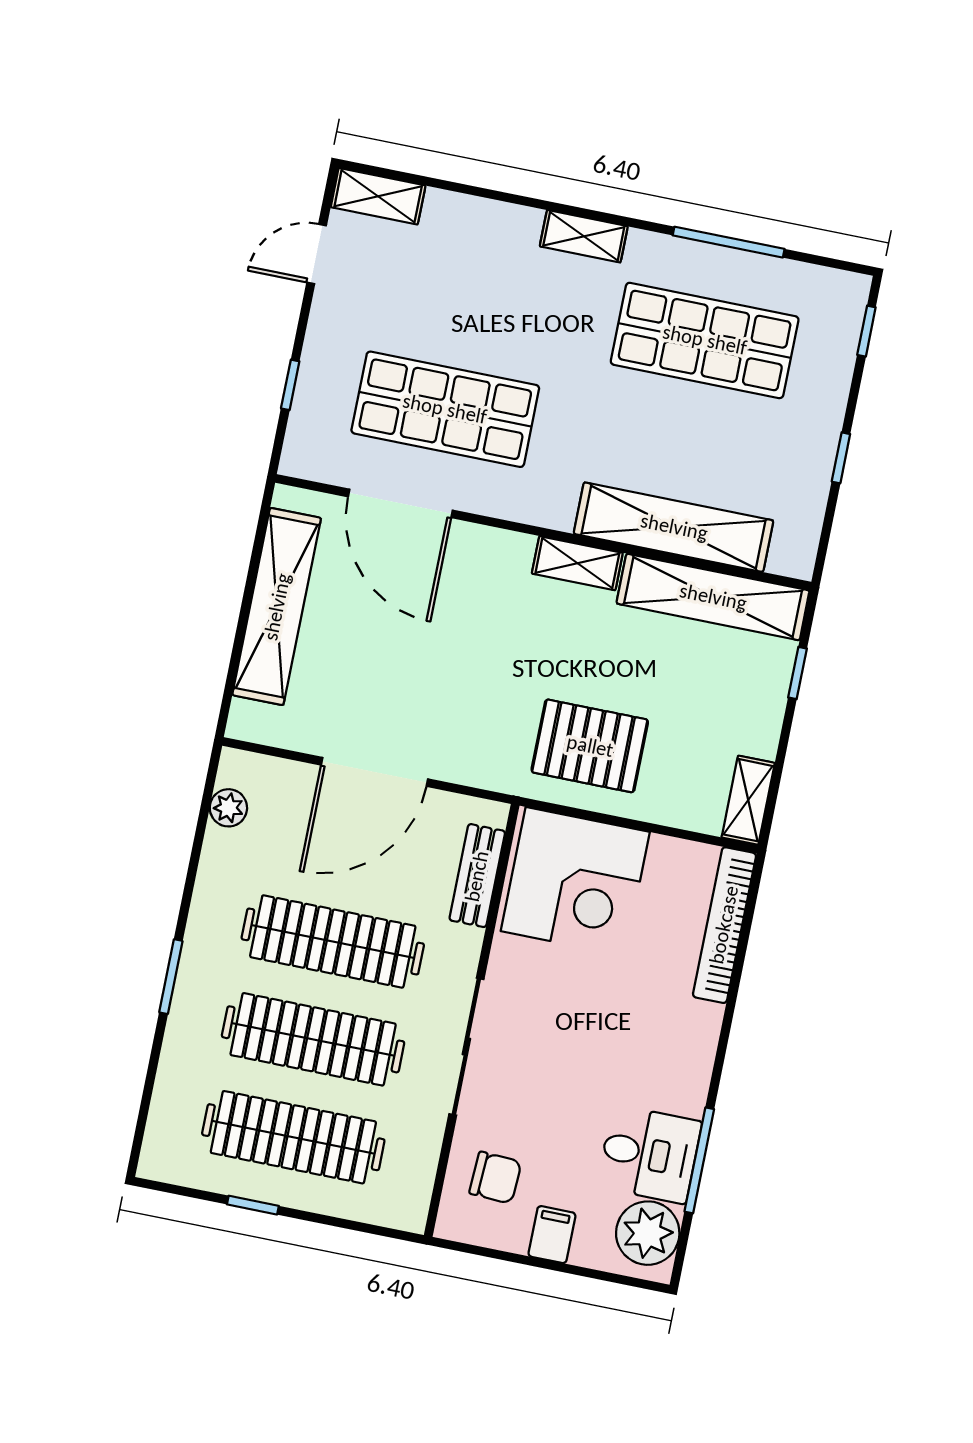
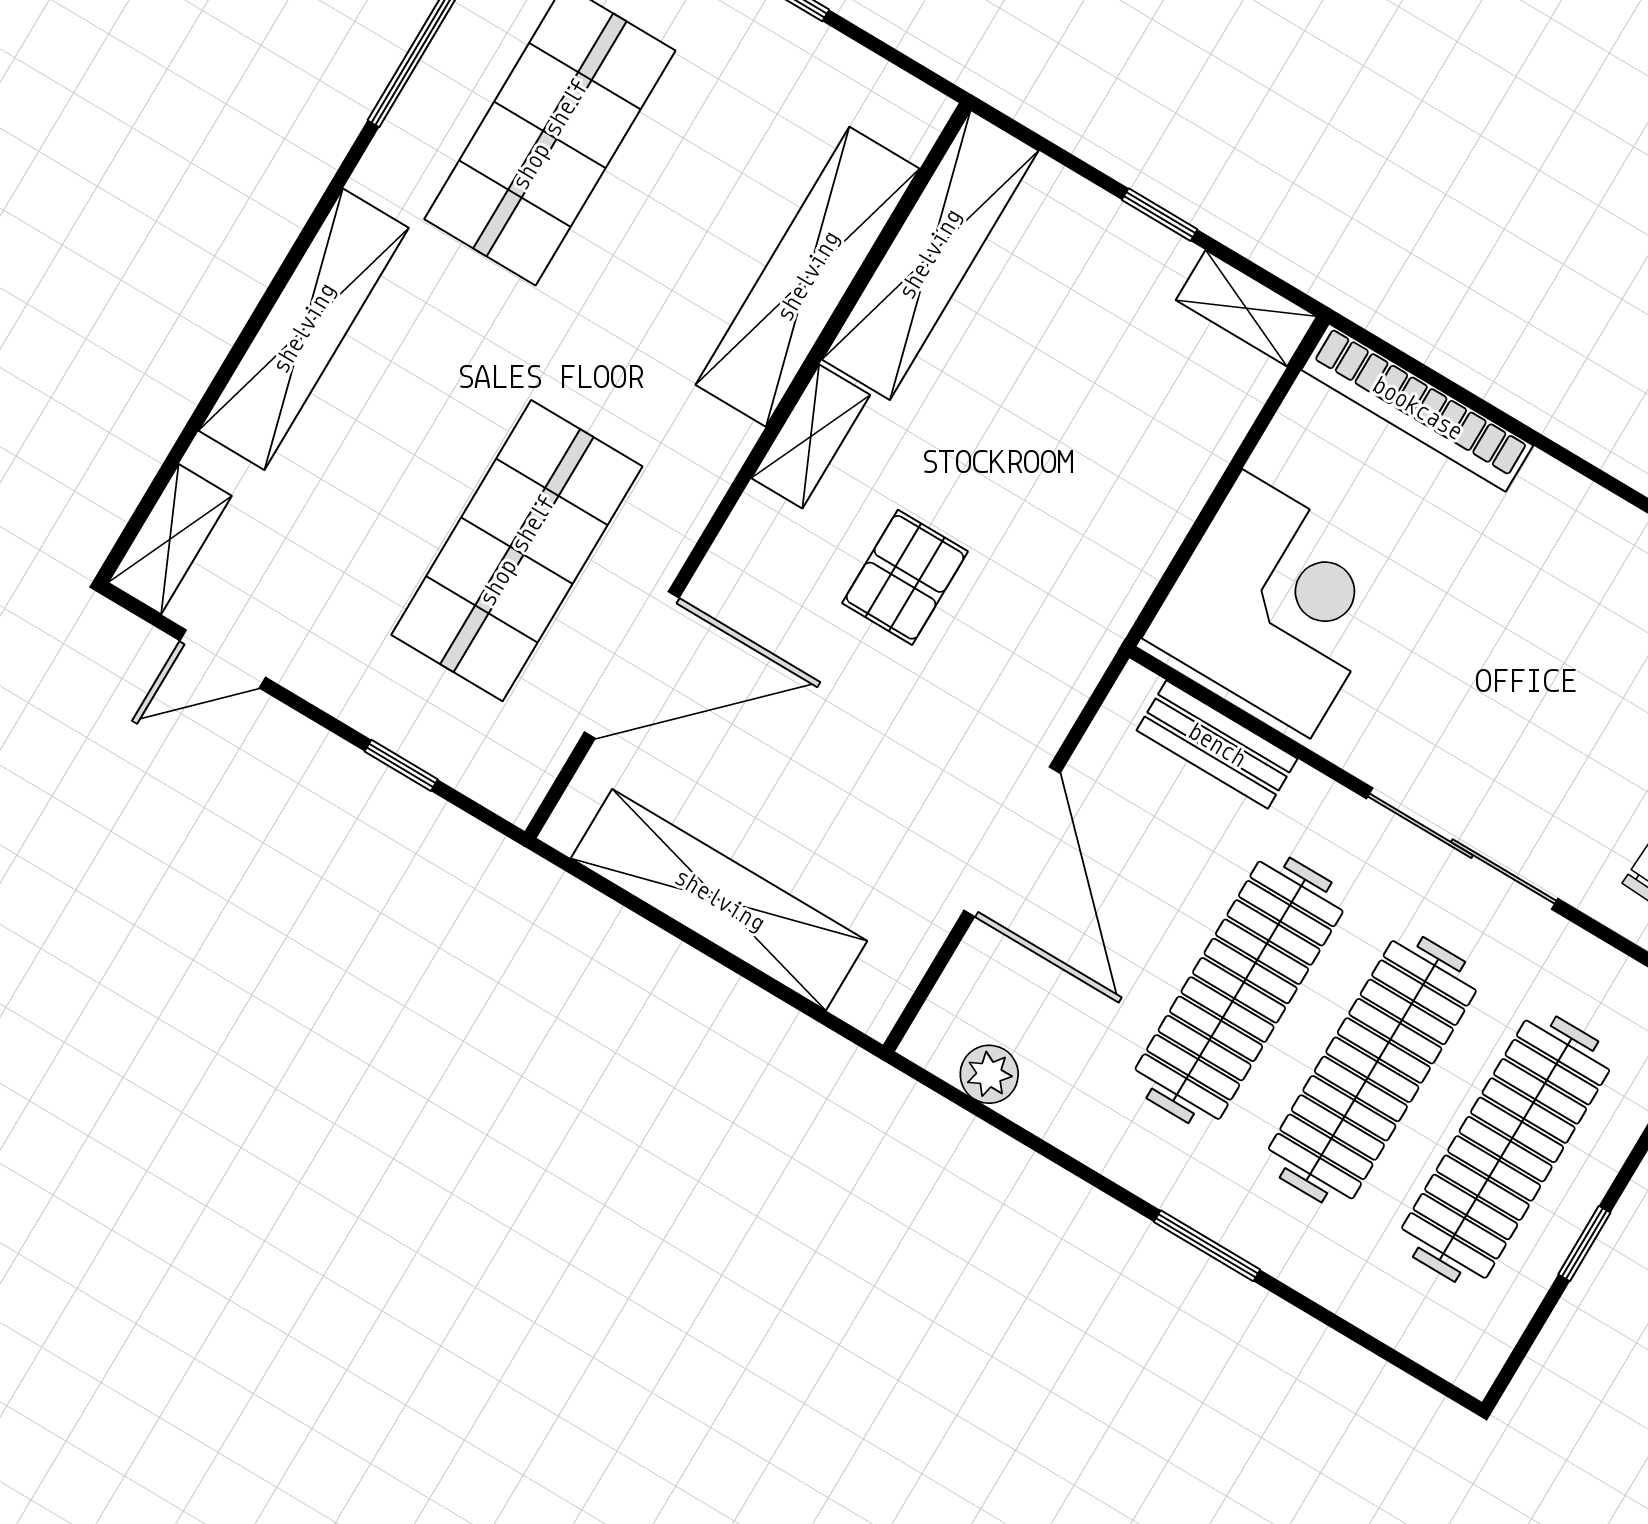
shelving: (584, 236) -> (304, 329), width x2.20, depth x1.33
door: (317, 254) -> (223, 659), hinge flipped
window: (798, 673) -> (1160, 215), moved
pallet: (590, 746) -> (905, 577), moved, width x0.67, depth x0.71

